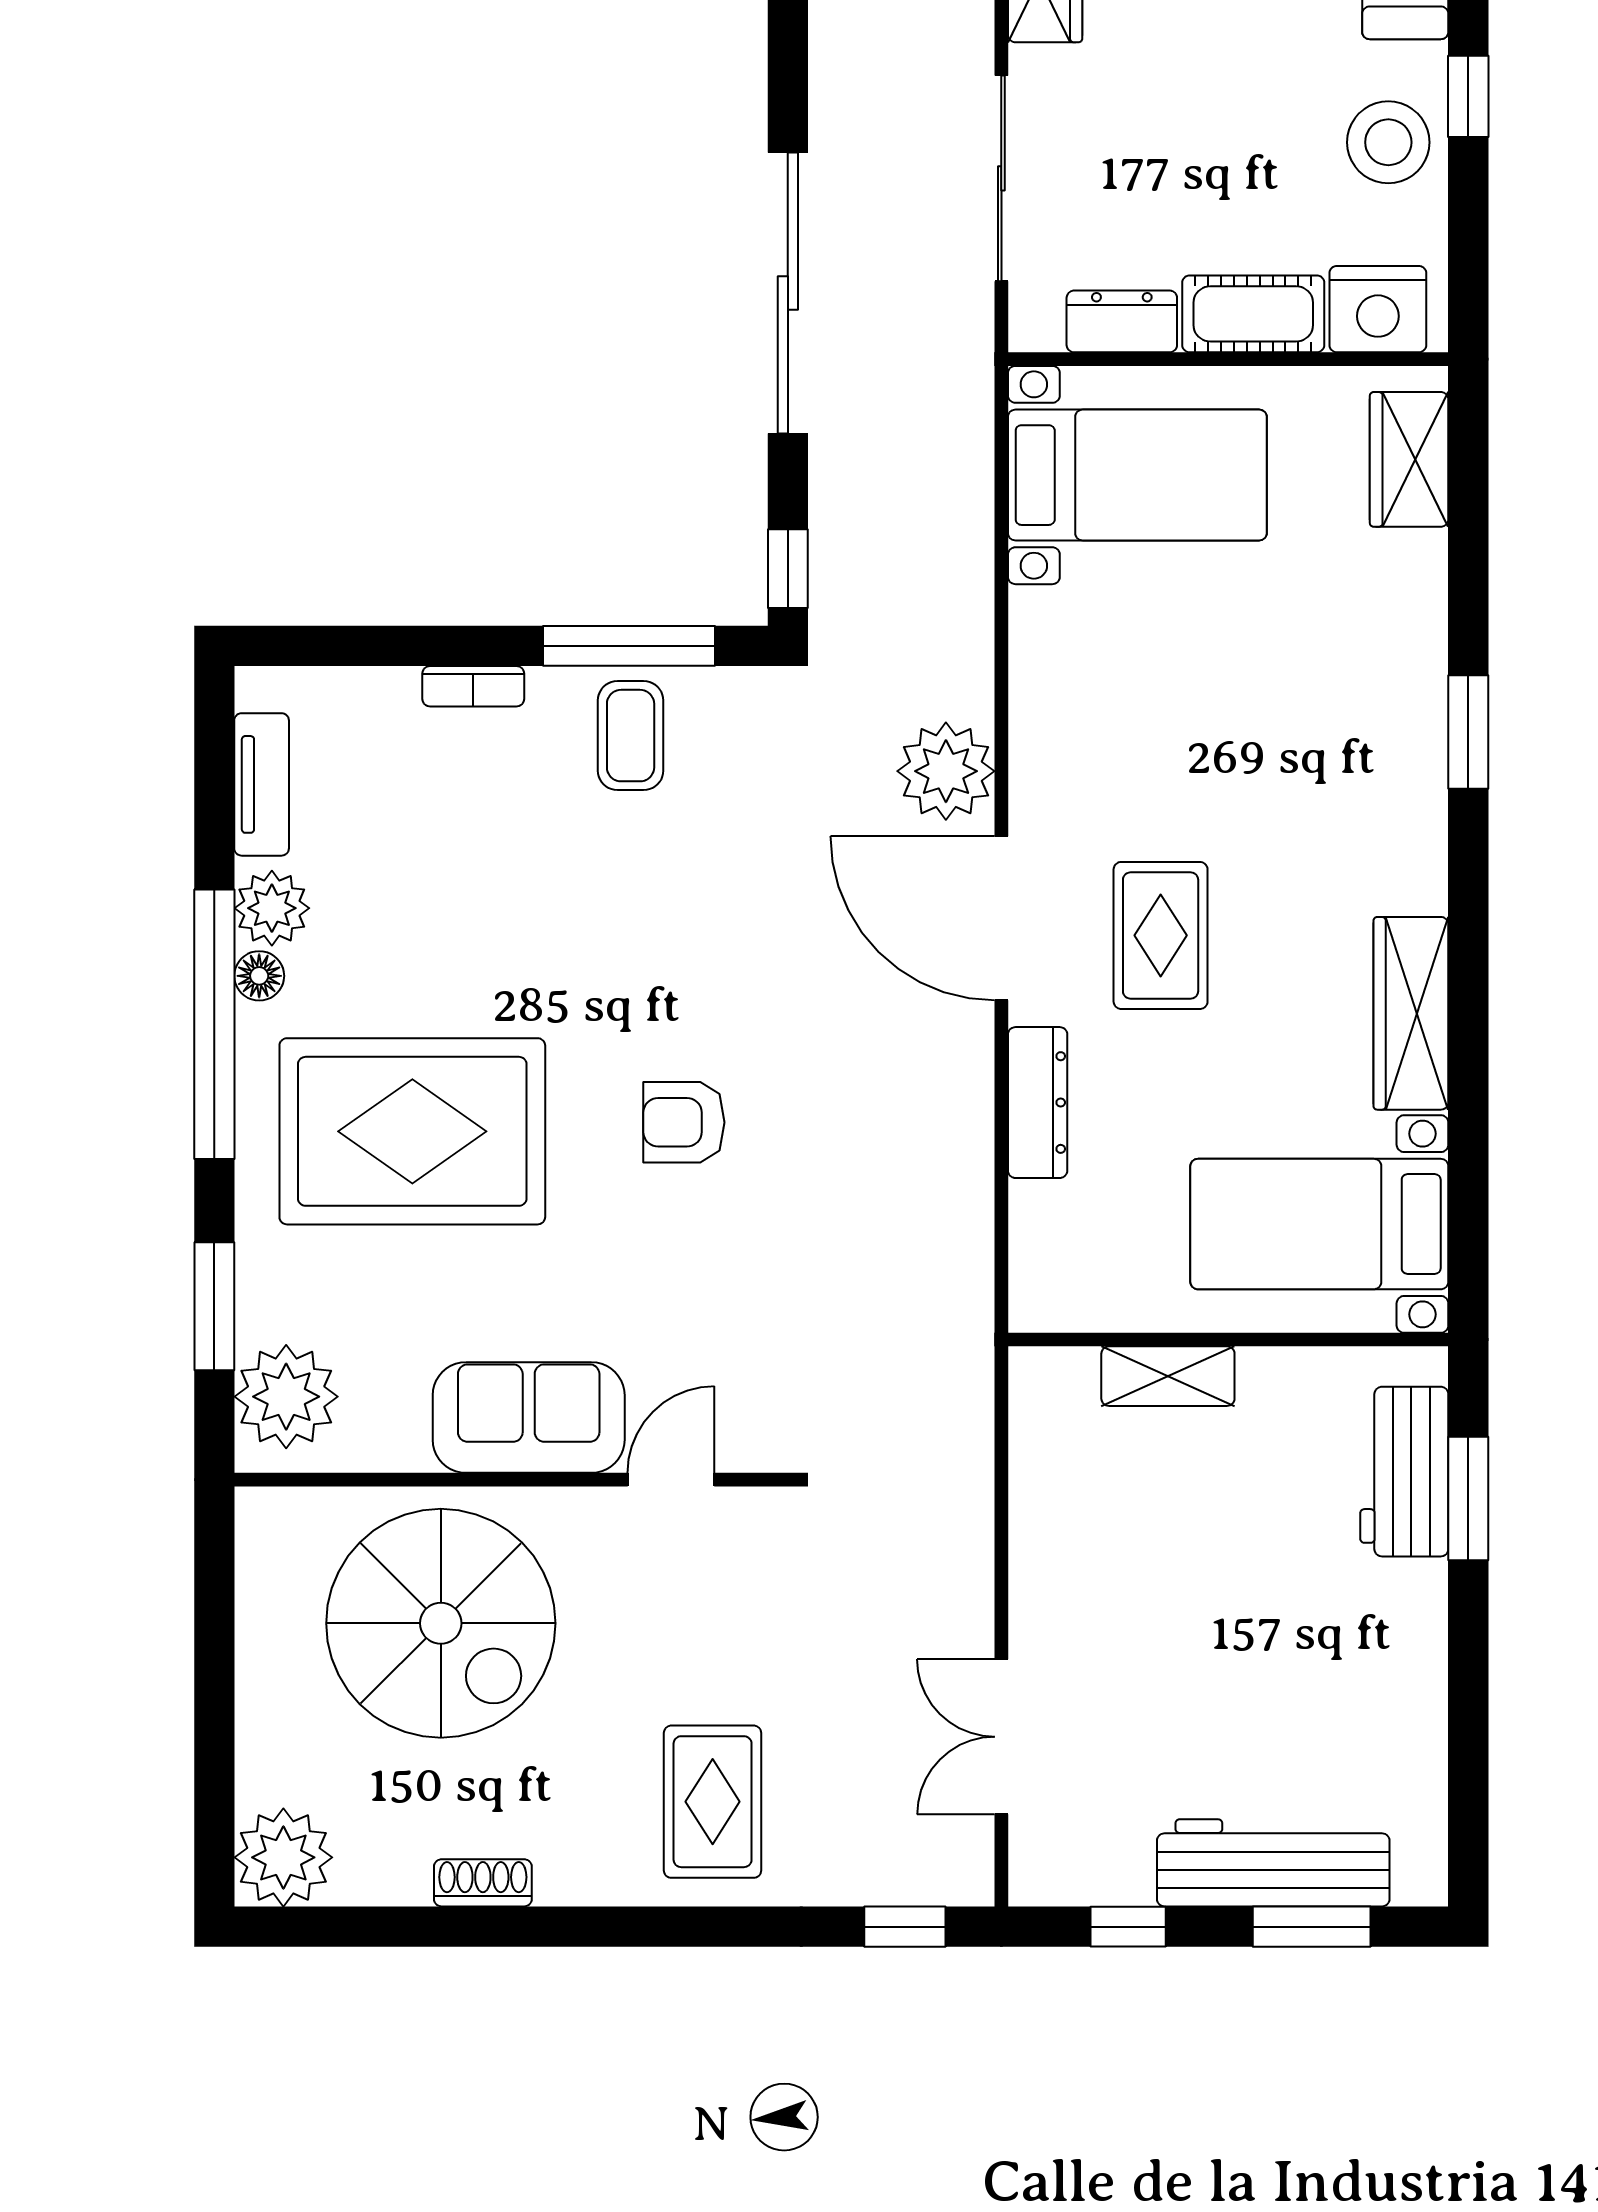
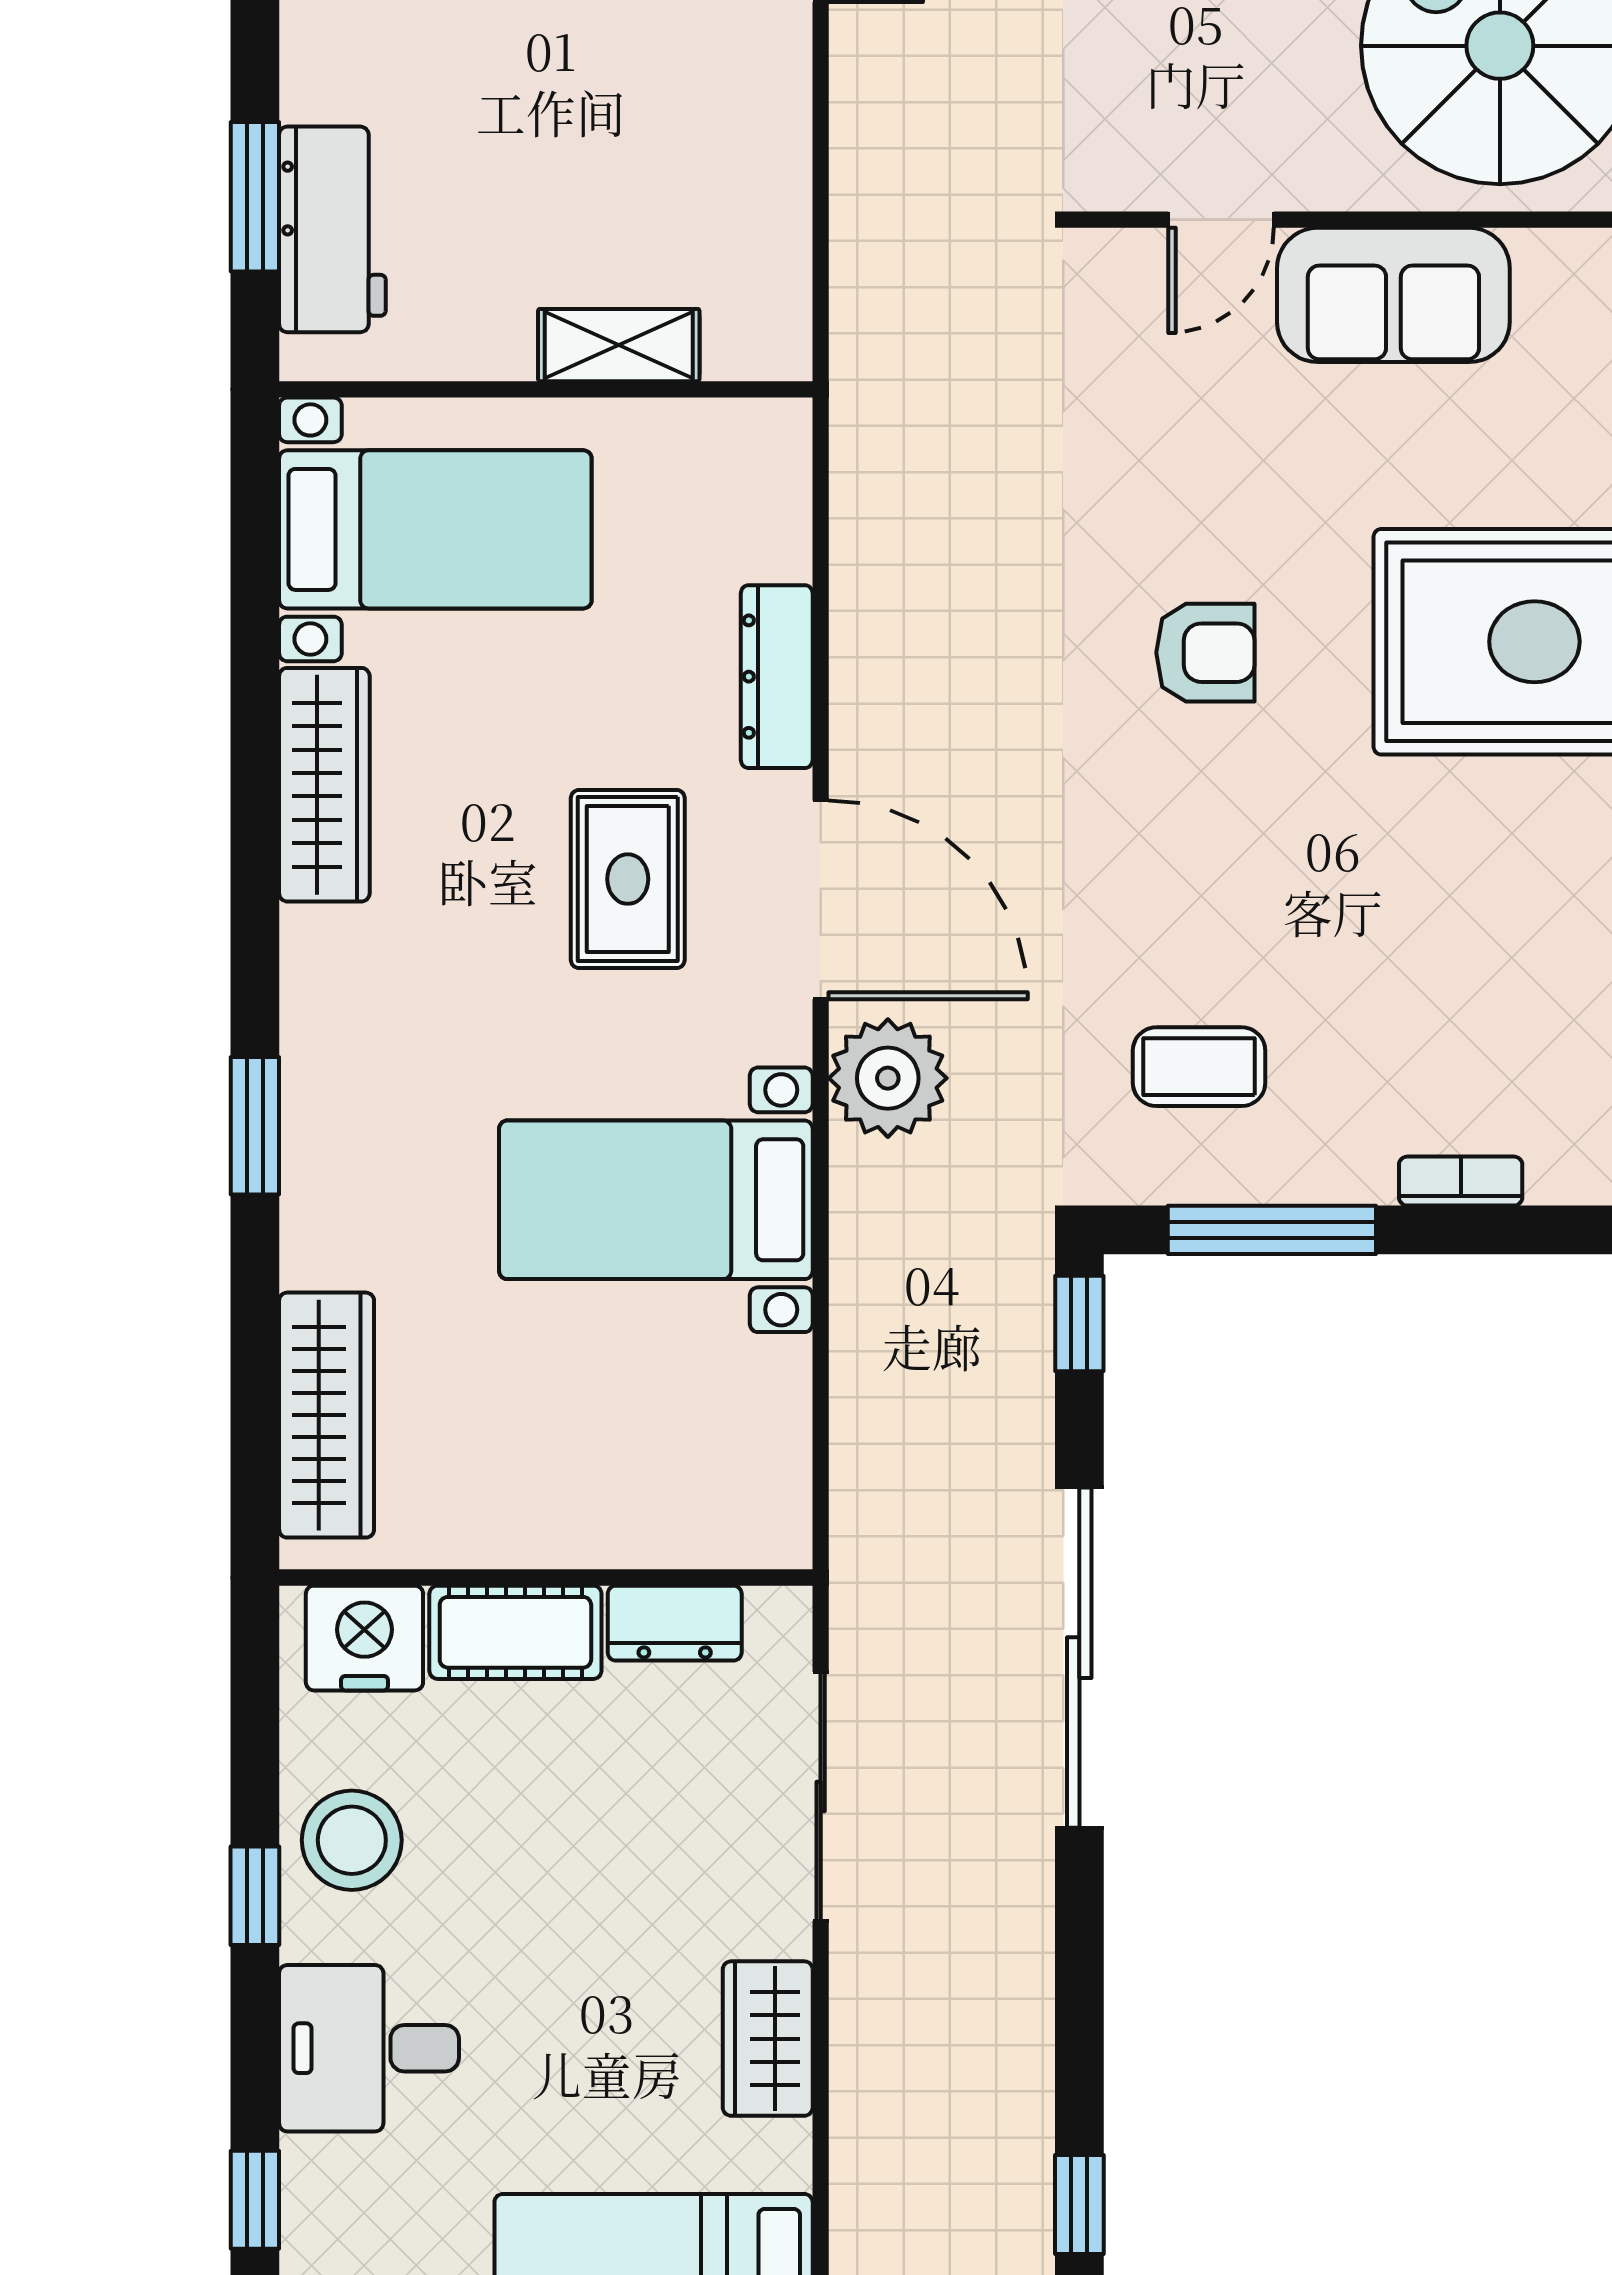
wardrobe: (1409, 459) -> (327, 1415), width x1.50
bed with nightstands: (1137, 475) -> (656, 1200), moved
coffee table: (631, 736) -> (1199, 1067), moved, turned 90

